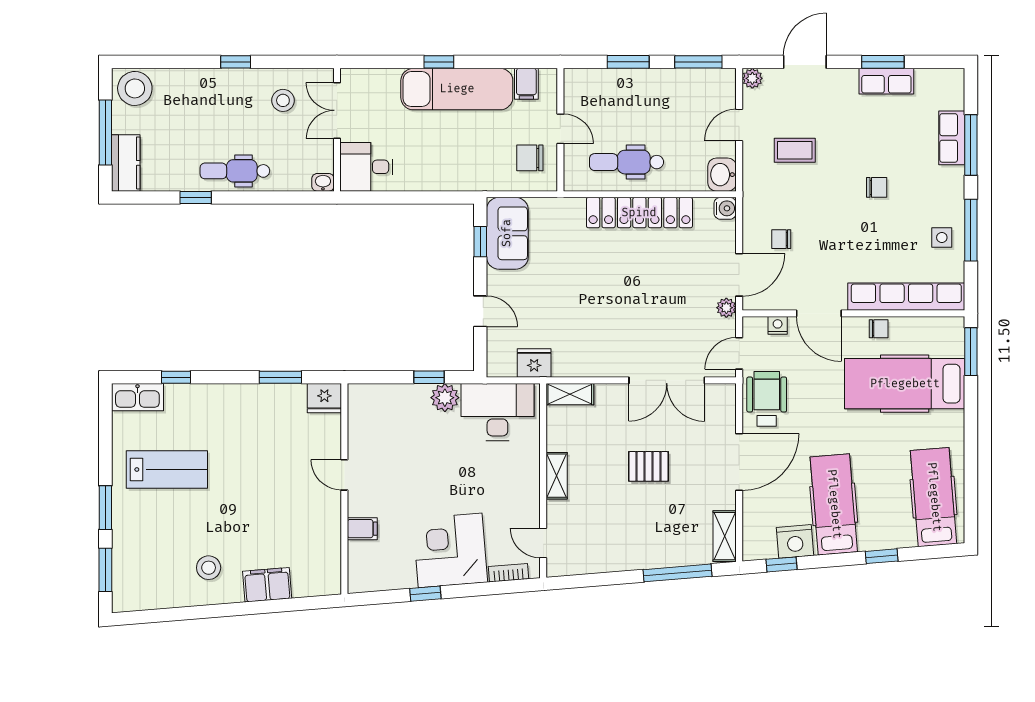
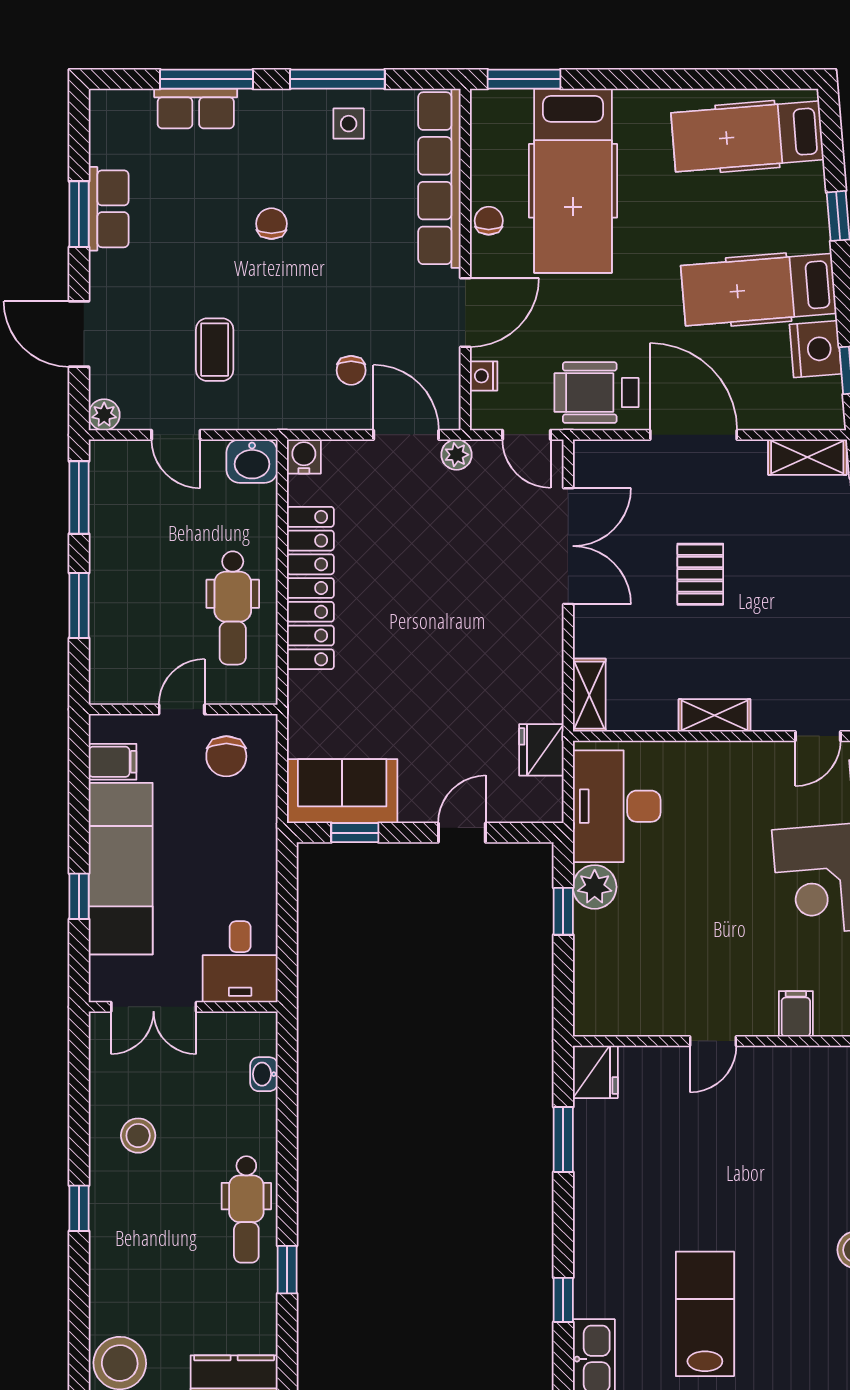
double door: (337, 110) -> (154, 1007), moved
wall: (337, 130) -> (183, 1007), moved
desk: (366, 167) -> (240, 962), moved

